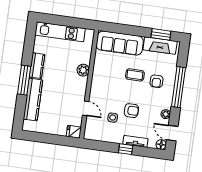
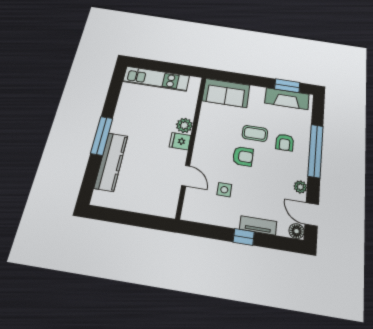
sofa: (120, 43) -> (226, 93), width x0.73
kitchen counter: (37, 66) -> (121, 118), removed
armchair: (131, 111) -> (243, 156), moved
fridge: (74, 132) -> (180, 141), moved

